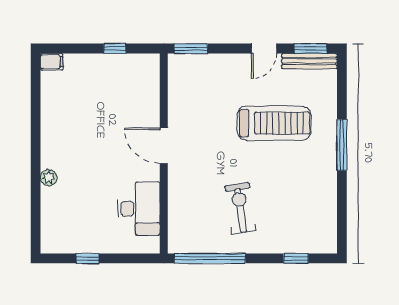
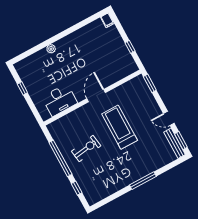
treadmill: (274, 123) -> (120, 127), moved, turned 180
window: (210, 258) -> (60, 158), moved

